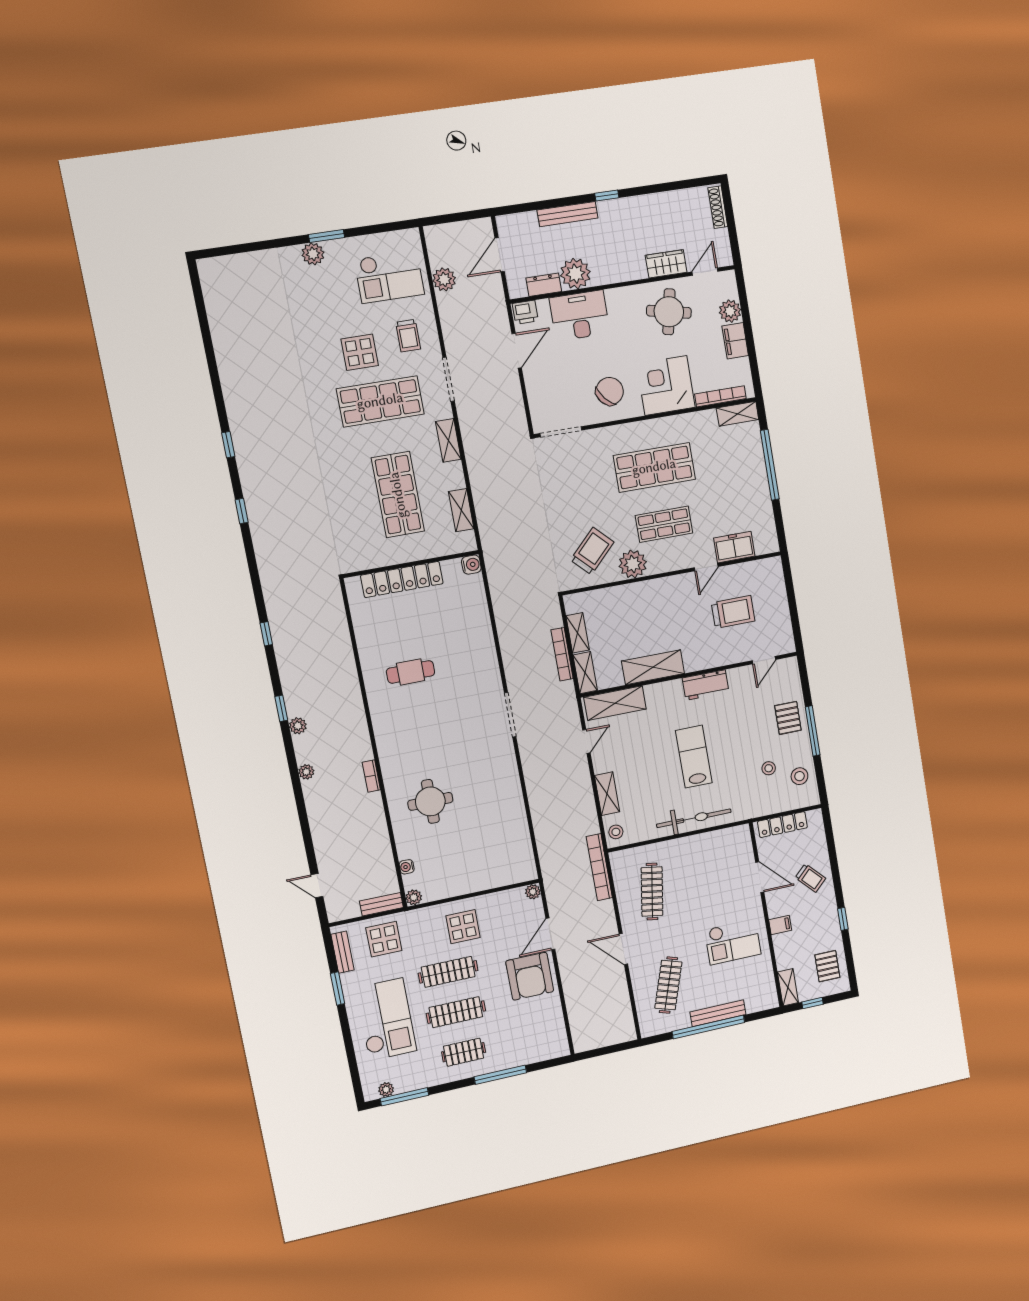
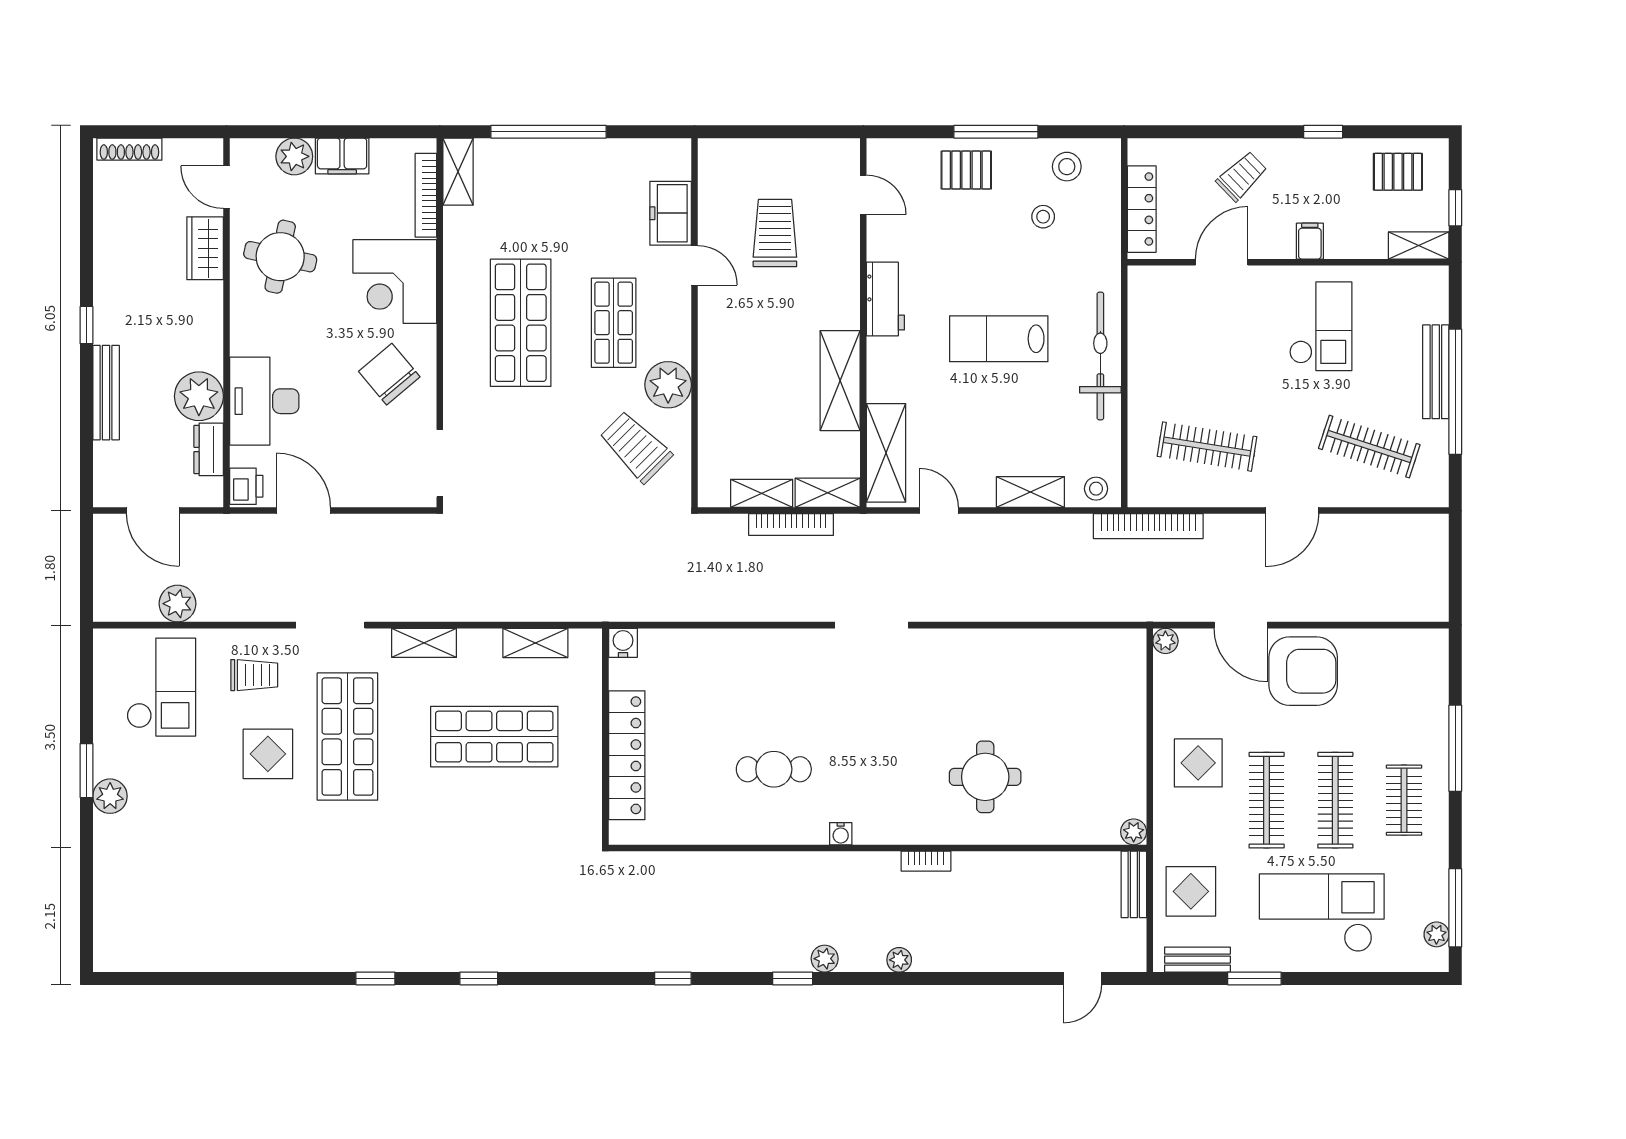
cafe table: (411, 672) -> (774, 769), turned 90
water cooler: (407, 867) -> (841, 834), moved

